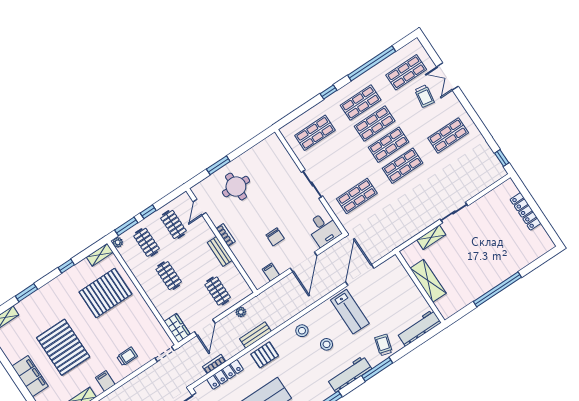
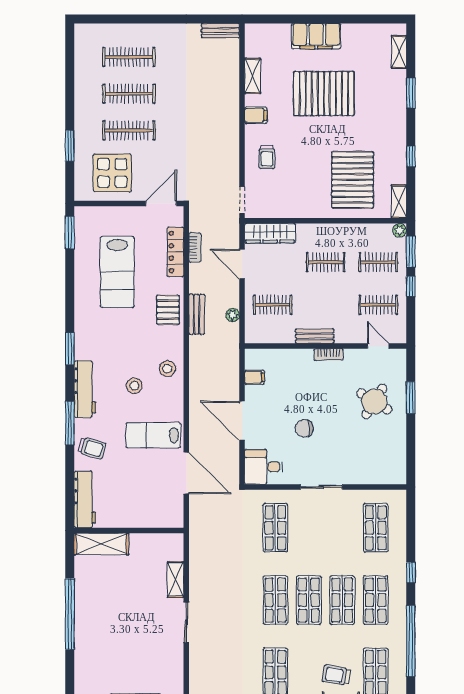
round table: (236, 187) -> (374, 401), turned 32
chair: (275, 237) -> (304, 428), moved
shelving: (428, 281) -> (101, 544), moved
wardrobe: (177, 328) -> (270, 233), width x1.50

